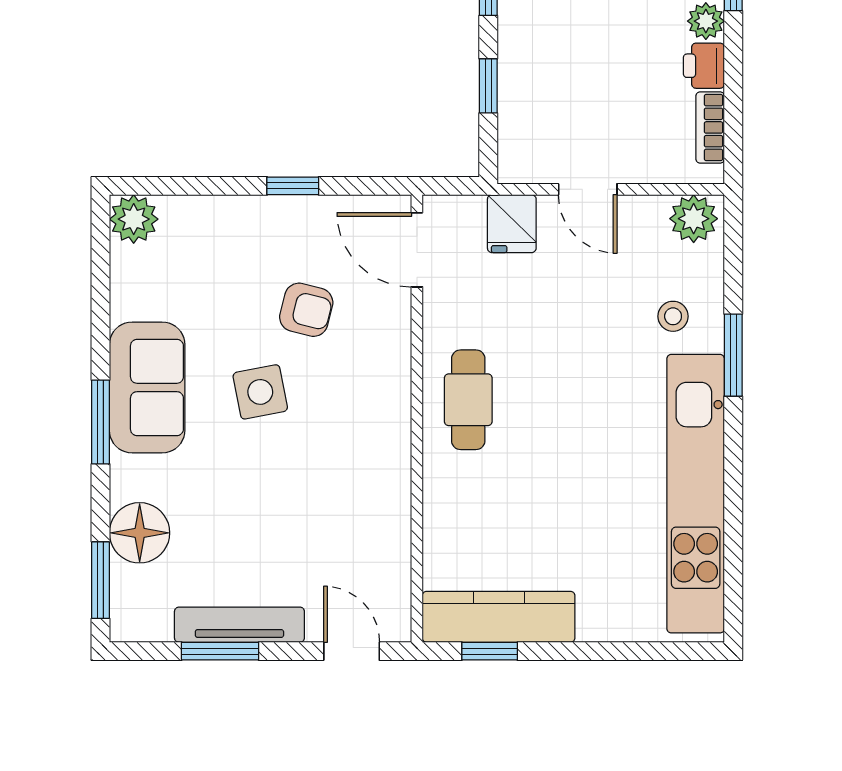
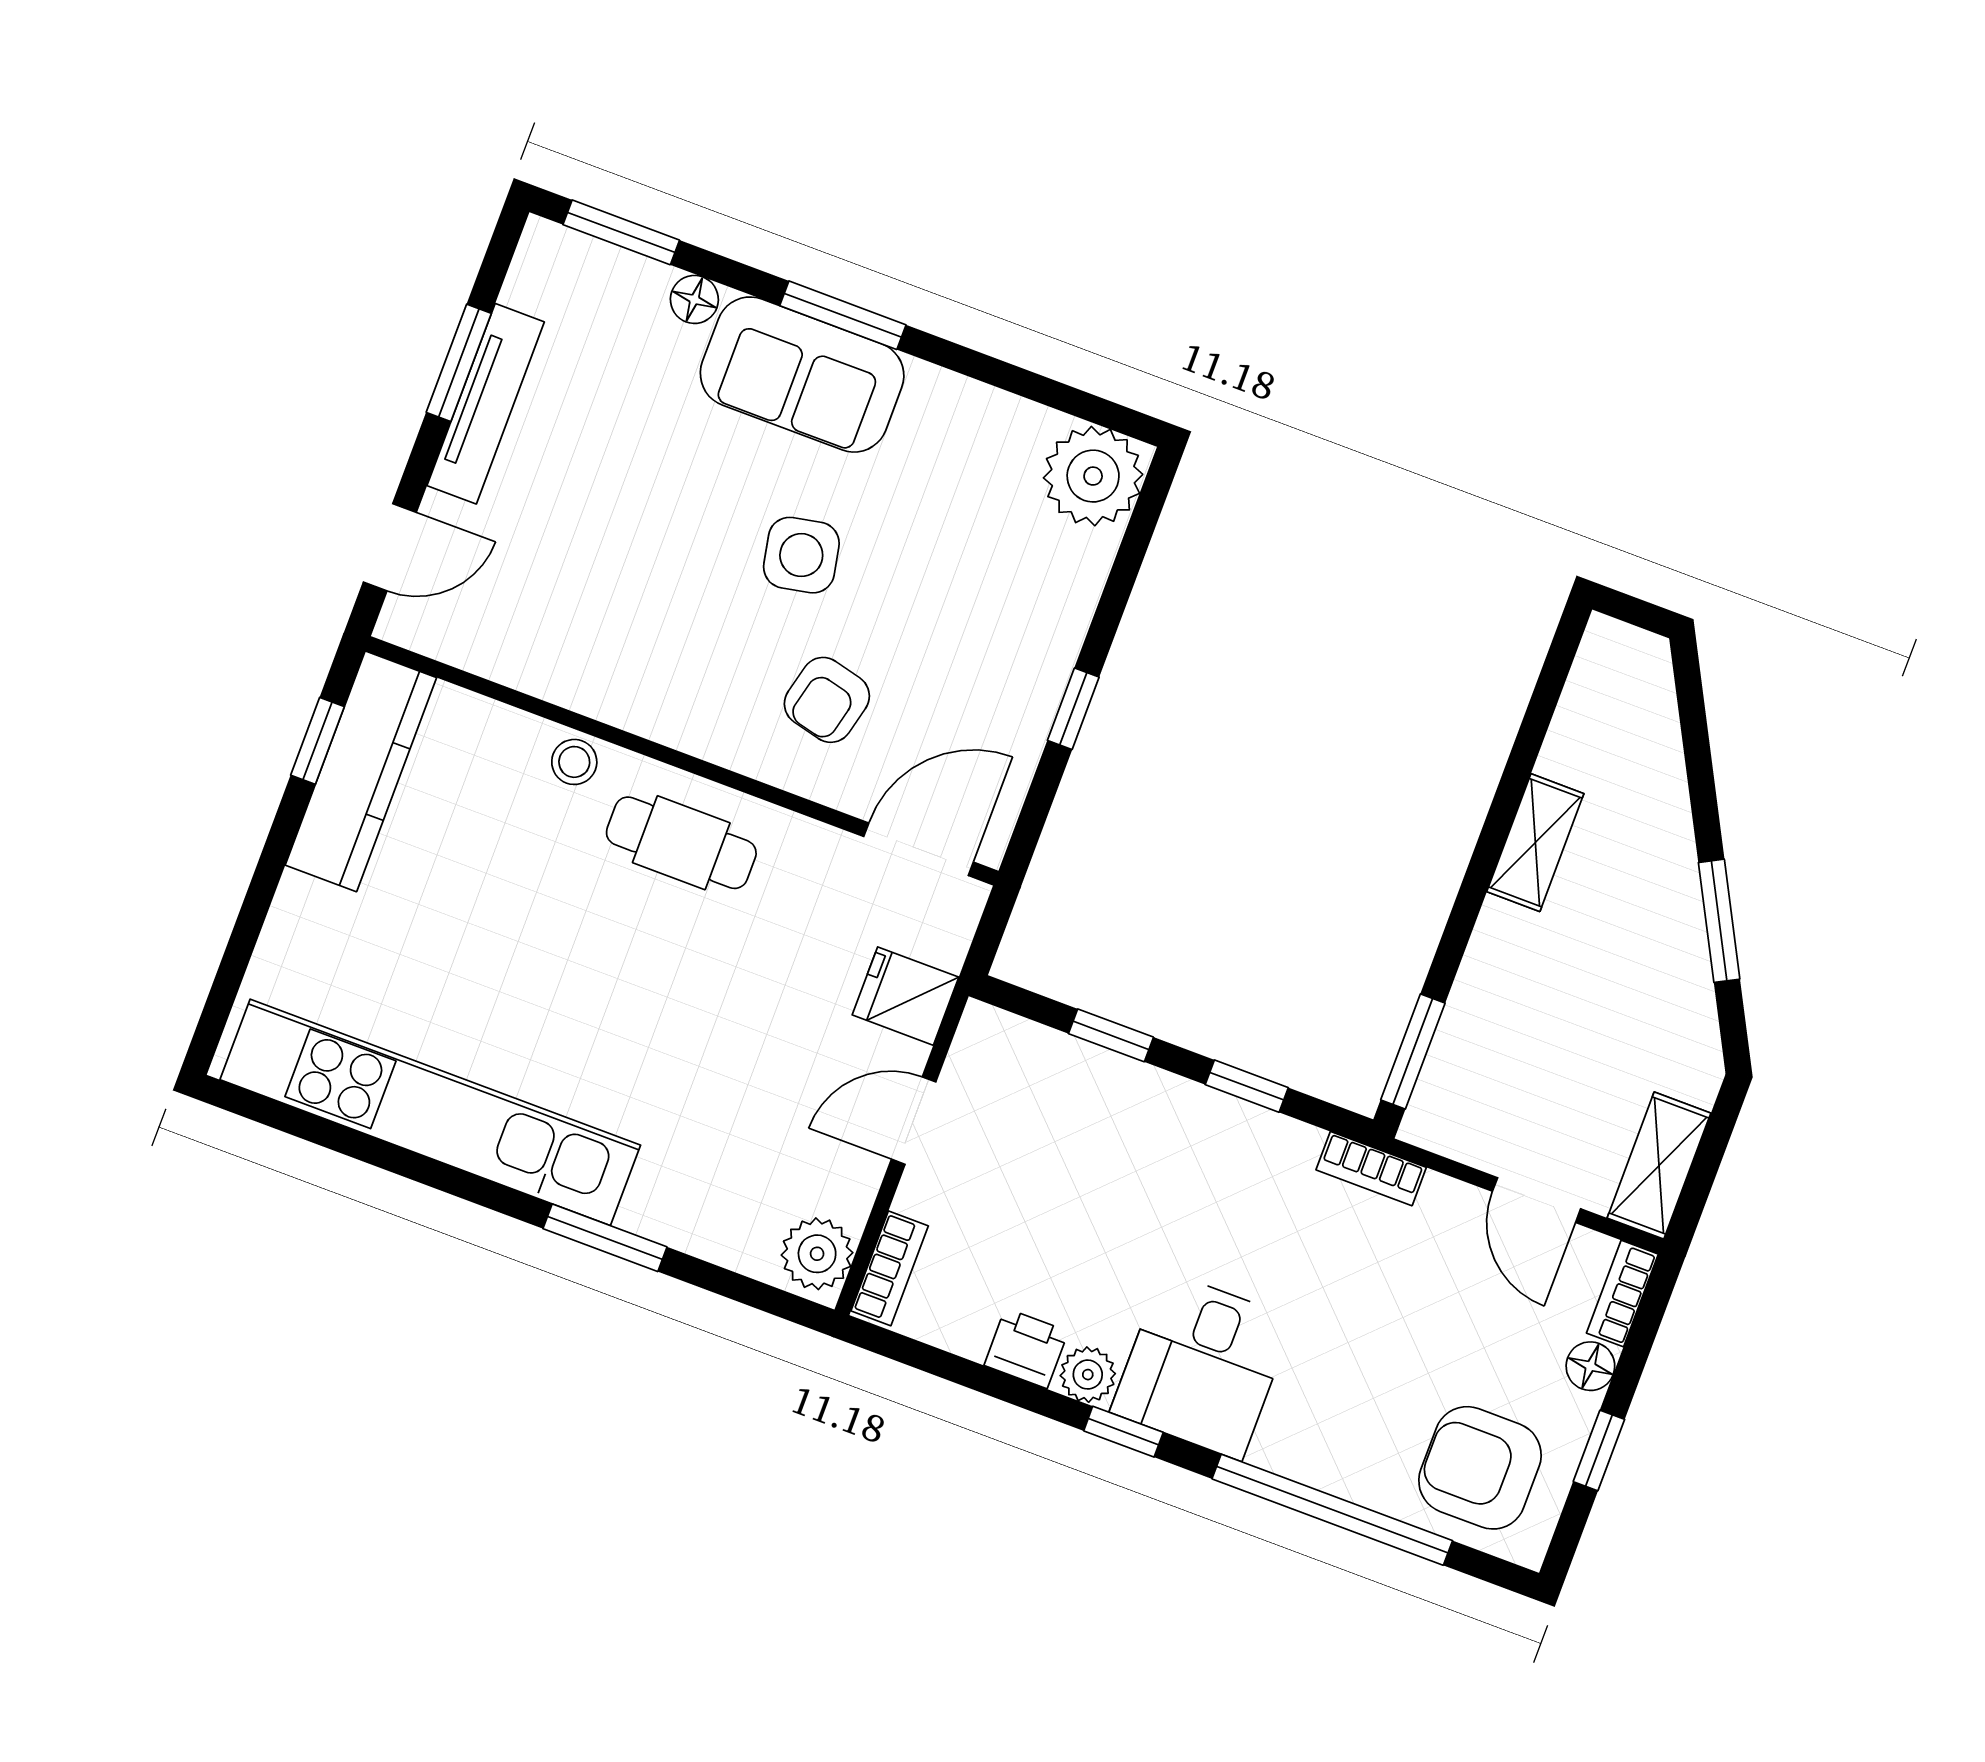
bookcase: (710, 127) -> (890, 1268), moved, turned 90
plant: (134, 219) -> (1093, 476), width x1.36, depth x1.36
armchair: (306, 310) -> (827, 700), moved
stool: (673, 316) -> (574, 762), moved
sofa: (147, 387) -> (802, 375), moved
floor lamp: (140, 533) -> (694, 299), width x0.53, depth x0.53

